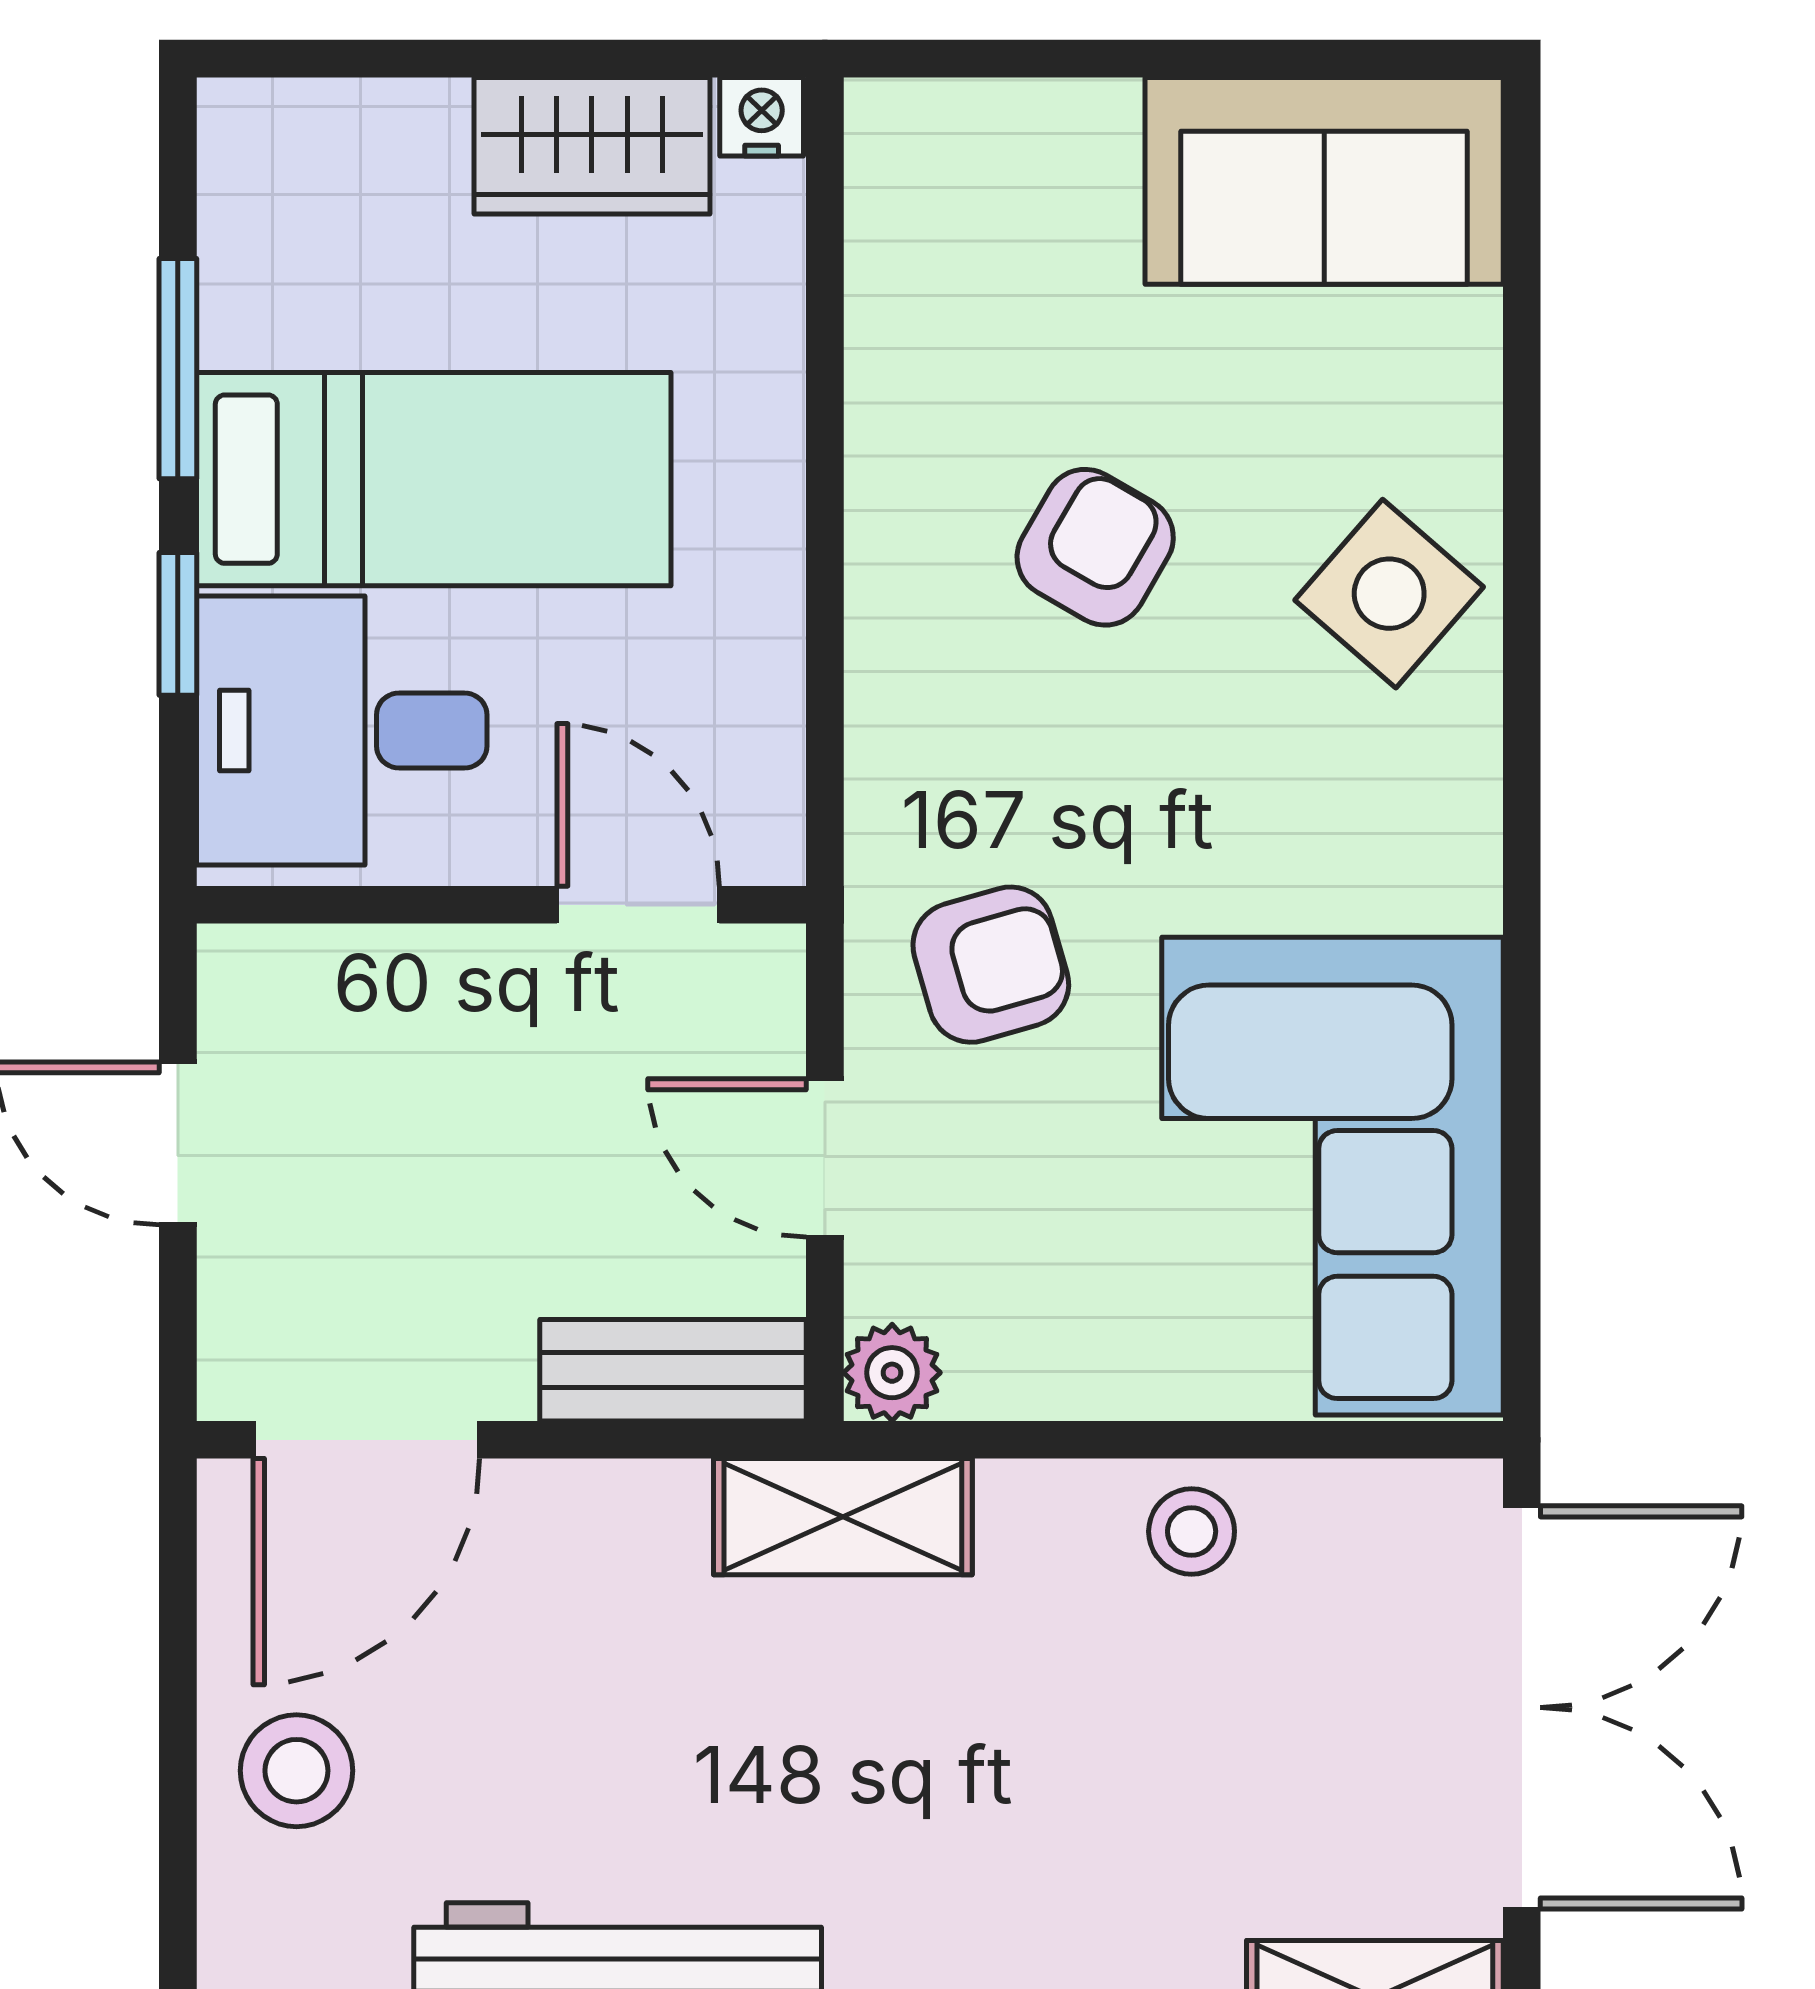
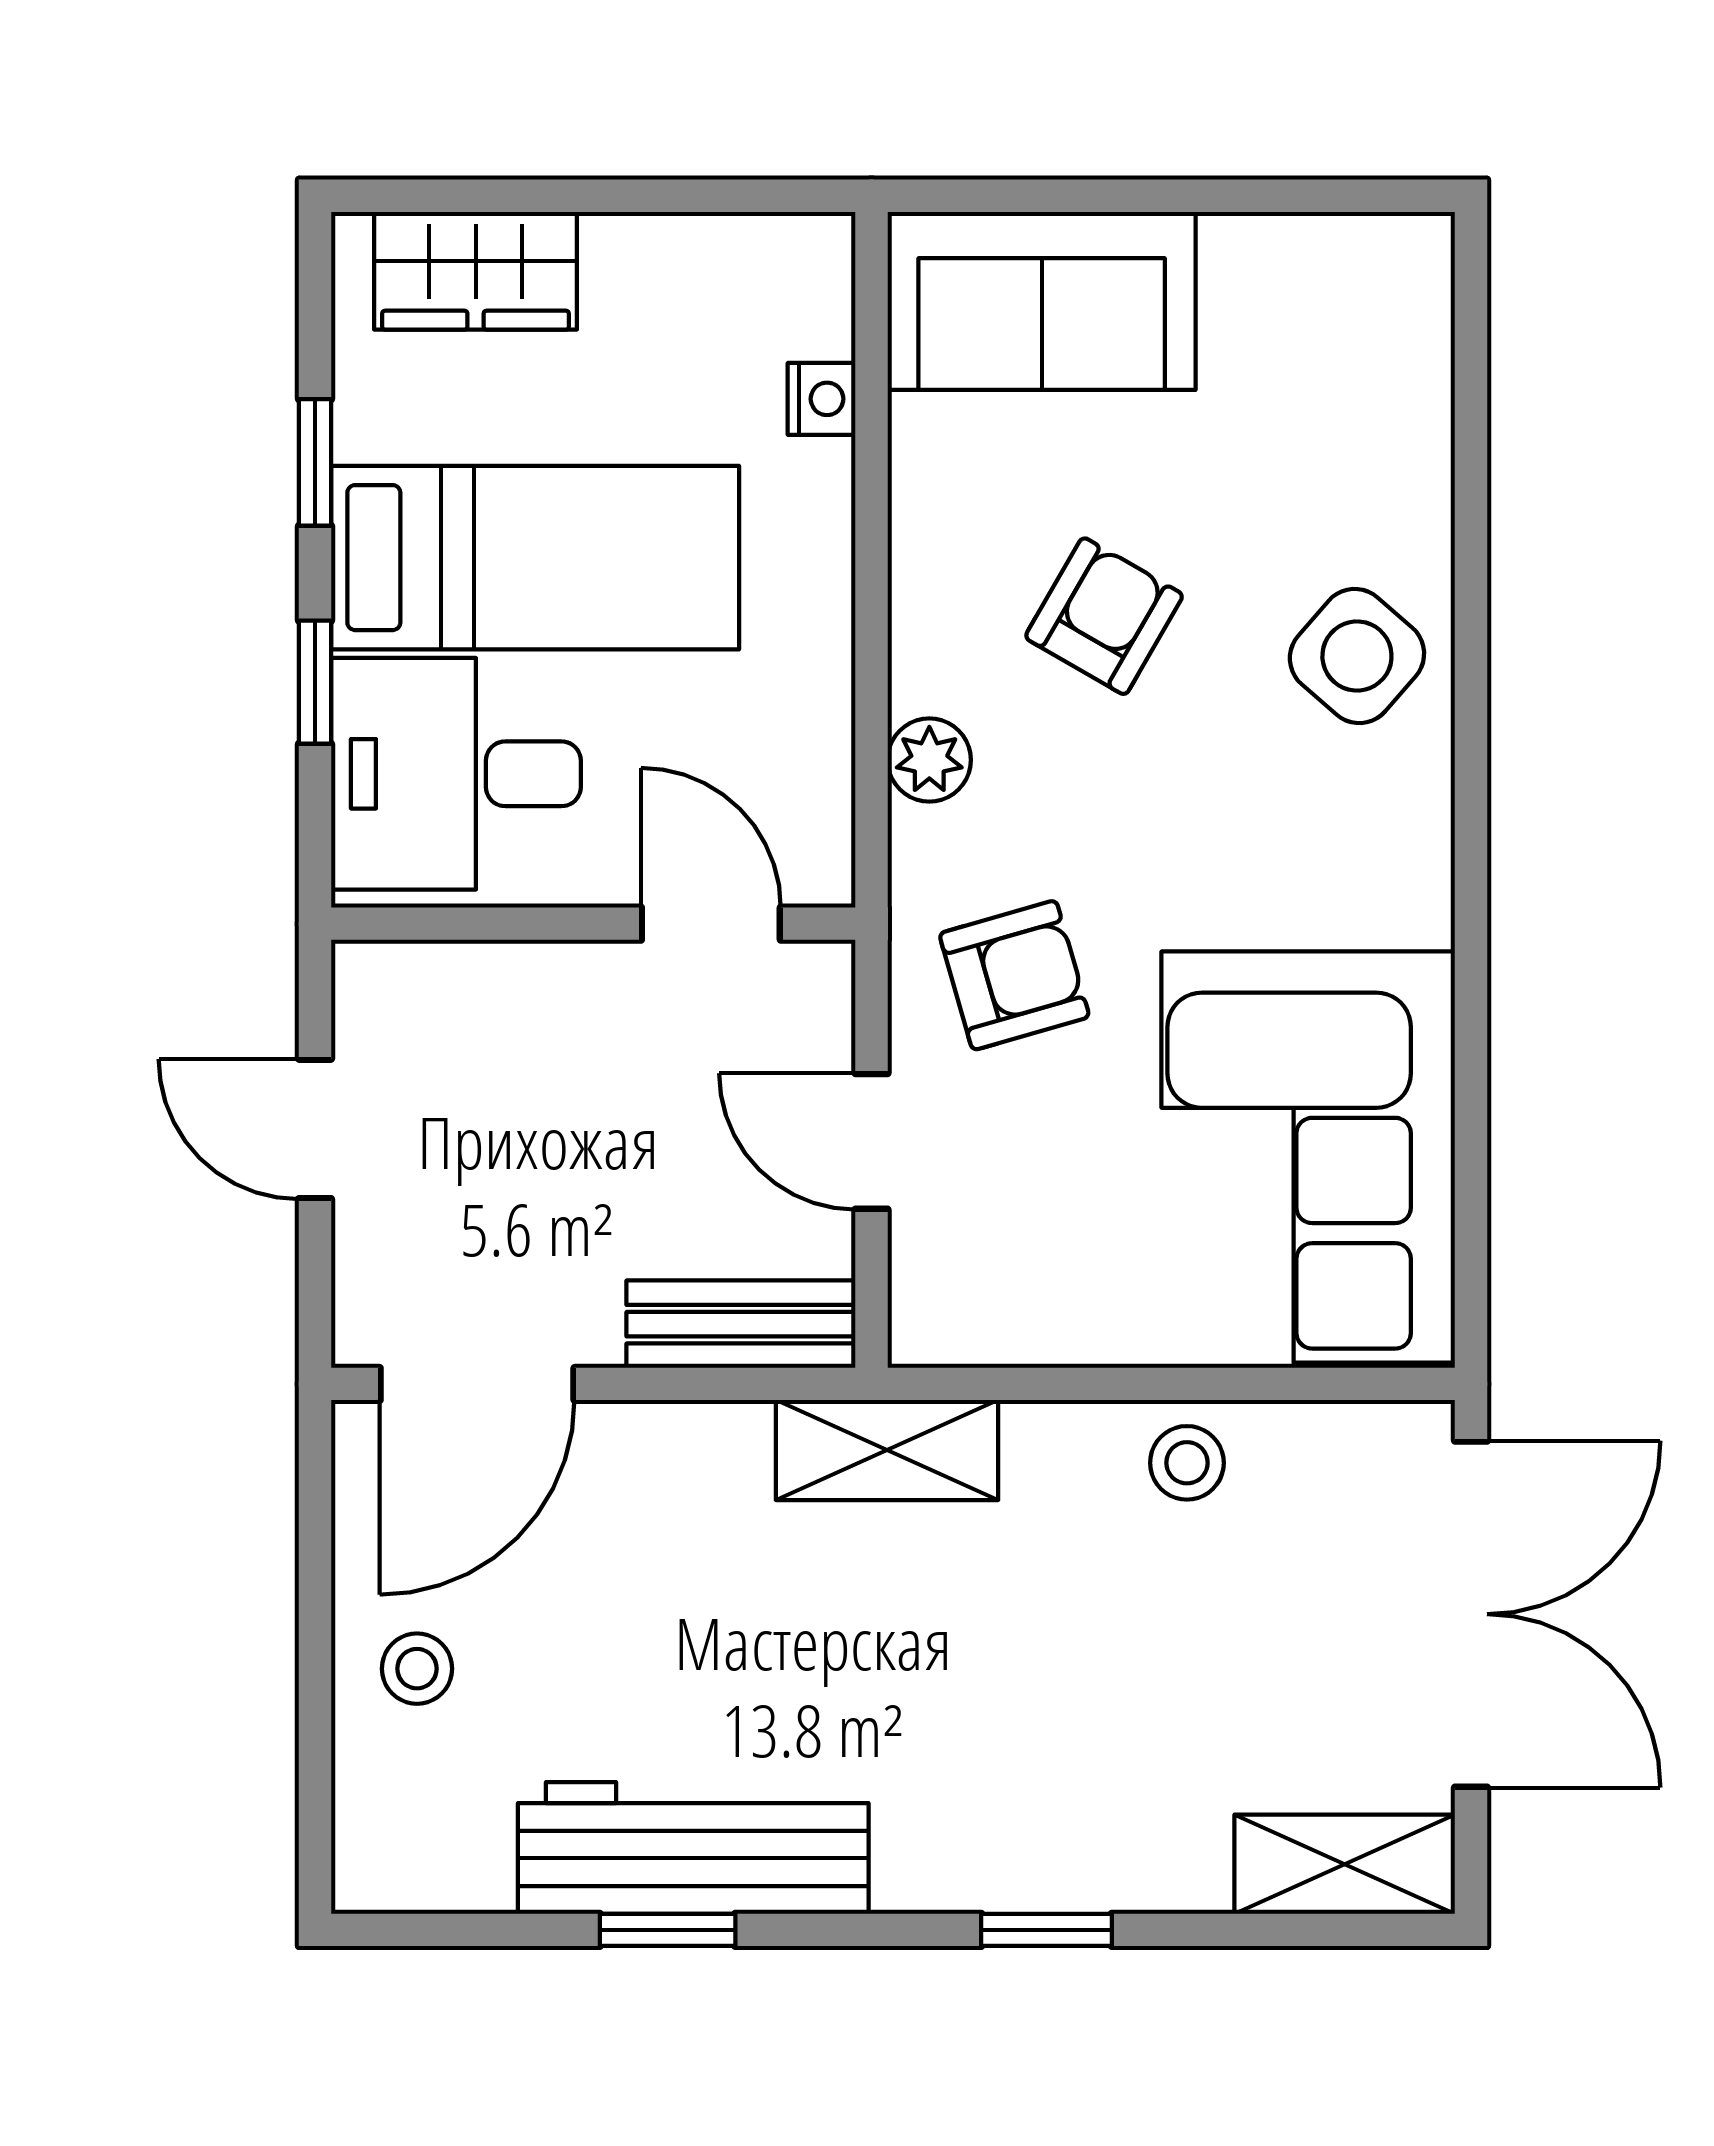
nightstand: (762, 117) -> (822, 399), moved, turned 90
wardrobe: (592, 146) -> (476, 271), moved
sofa: (1324, 181) -> (1042, 301), moved
window: (178, 369) -> (315, 462), width x0.67
plant: (892, 1373) -> (929, 760), moved
stool: (296, 1771) -> (417, 1669), width x0.73, depth x0.73

